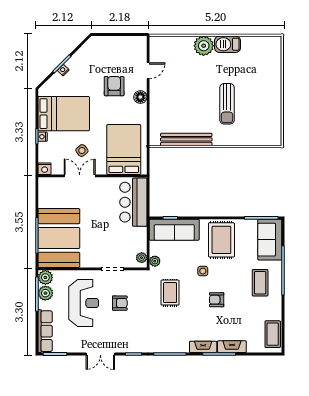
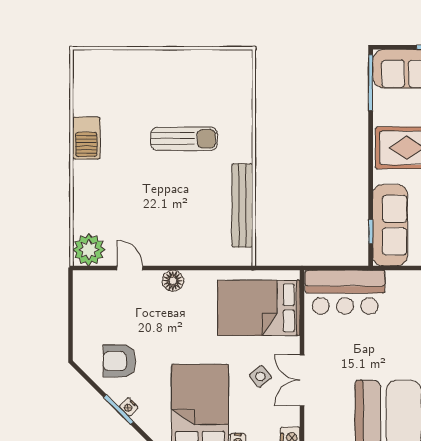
plant: (204, 46) -> (89, 250), moved
armchair: (114, 86) -> (119, 361), moved

